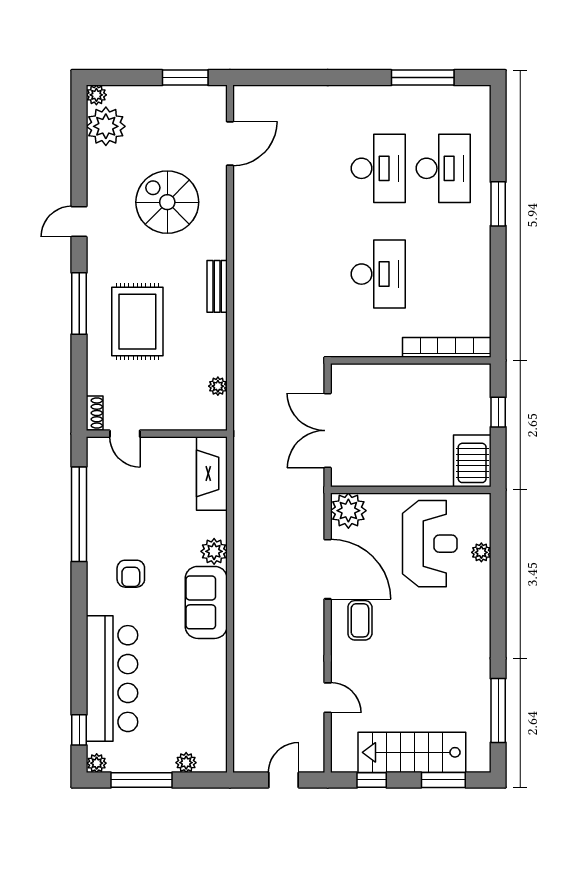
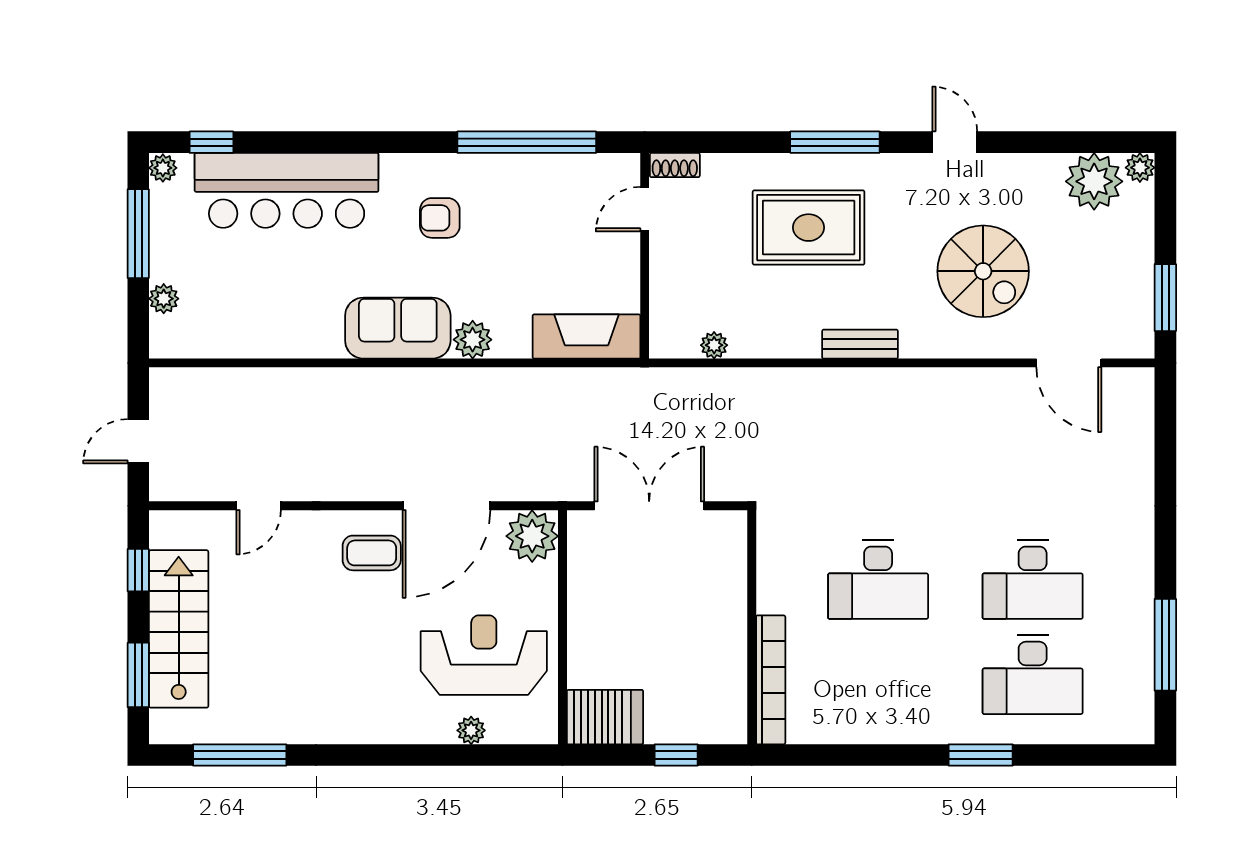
spiral stairs: (167, 202) -> (983, 271), turned 90
reception desk: (430, 544) -> (484, 655), turned 180
door: (284, 780) -> (138, 441), swing flipped

